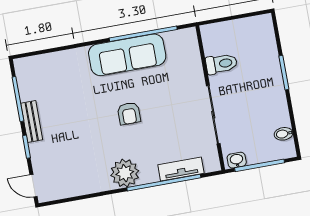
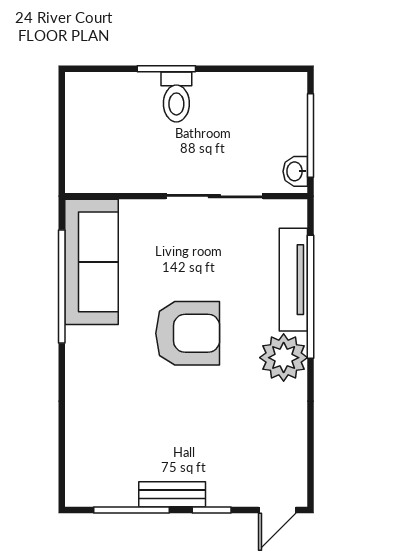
sofa: (127, 55) -> (92, 262), moved
toilet: (221, 64) -> (176, 97), moved, turned 180
armchair: (129, 114) -> (188, 333), width x1.88, depth x1.88
bidet: (284, 134) -> (266, 87), removed
tv unit: (181, 169) -> (293, 280), width x1.41

